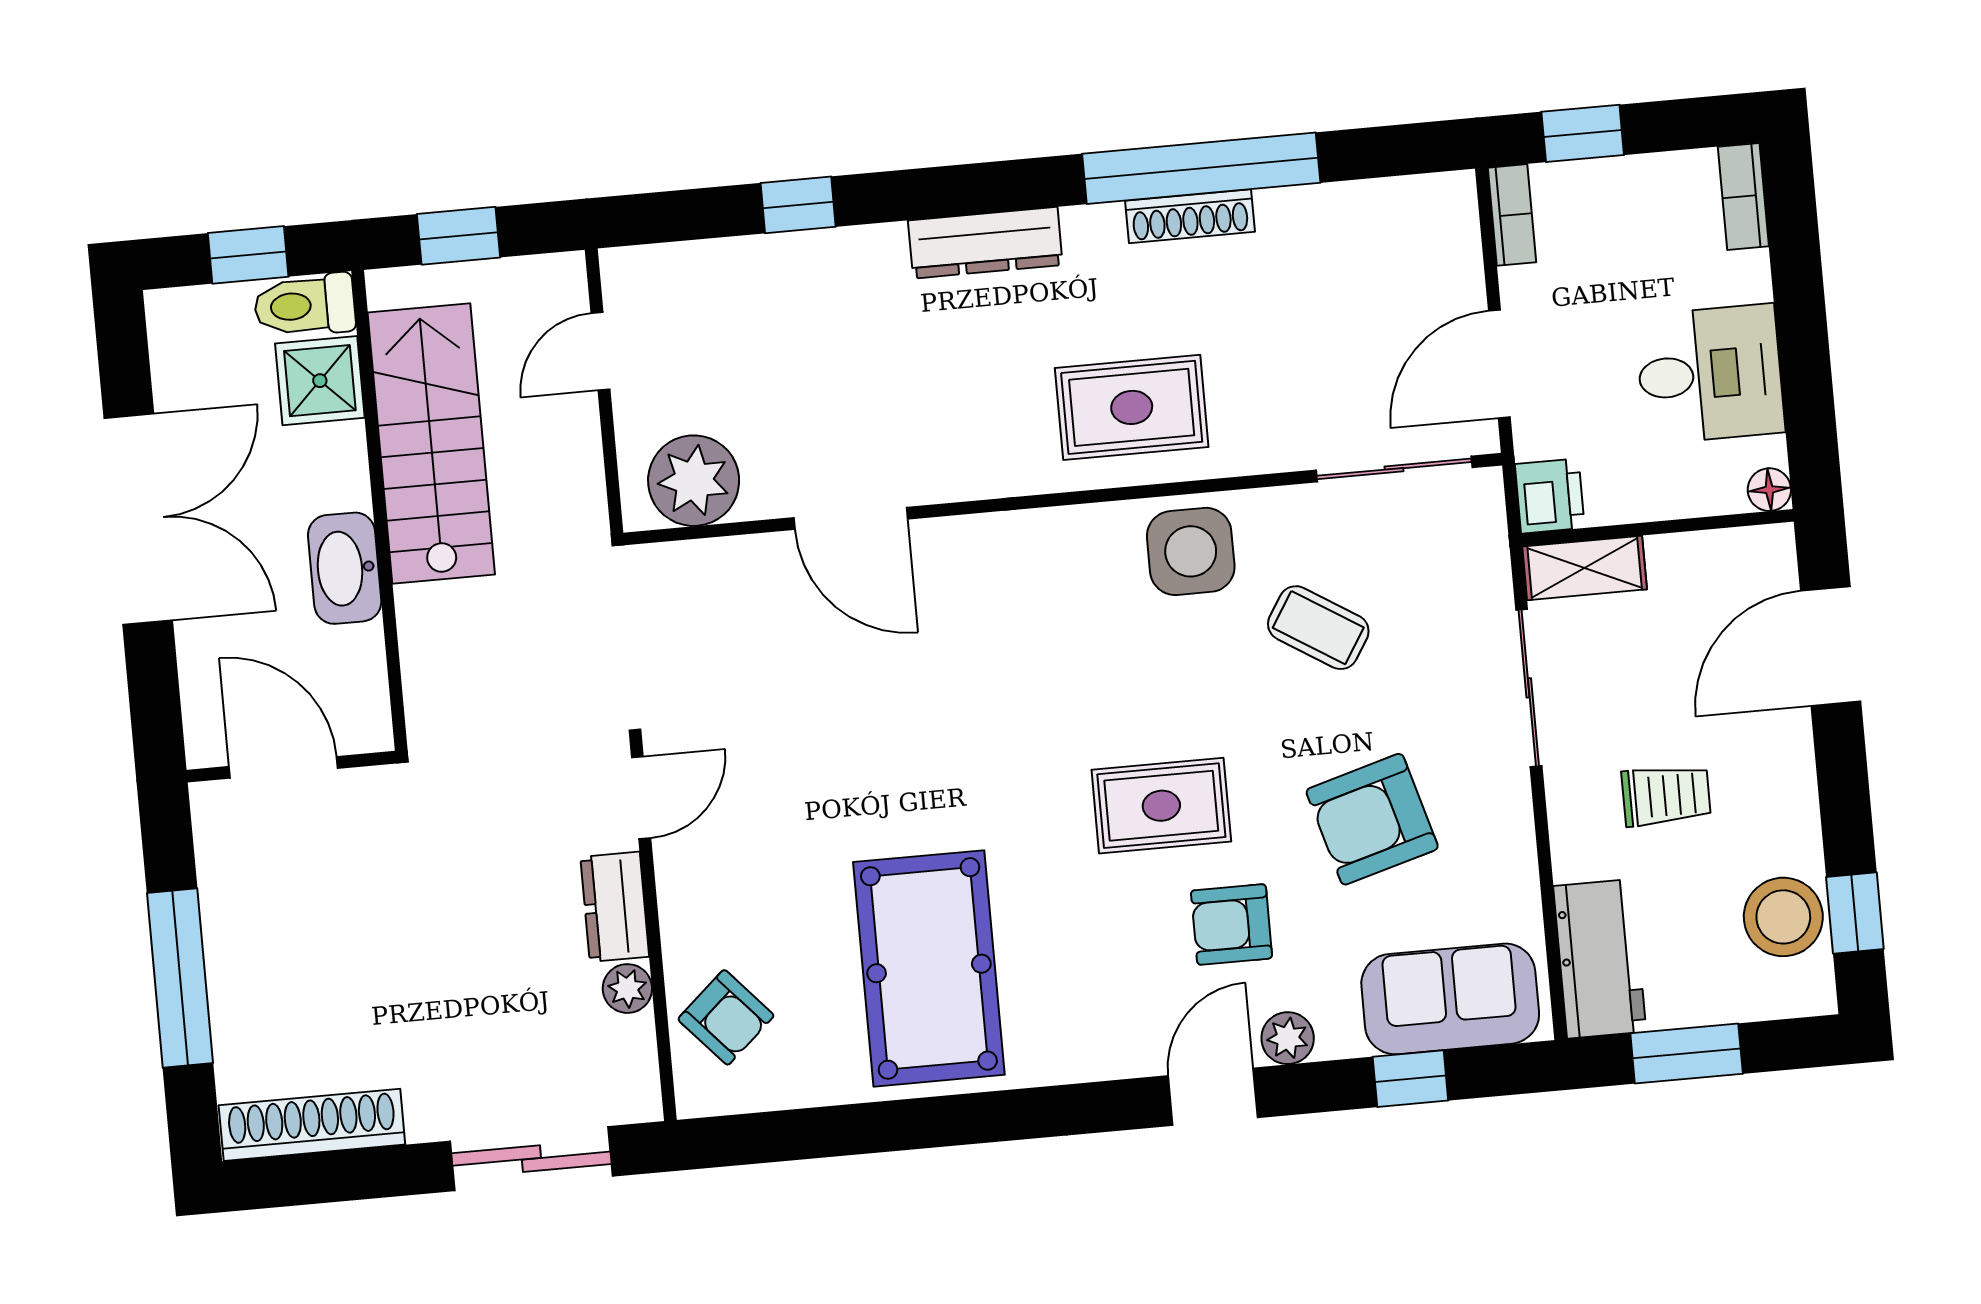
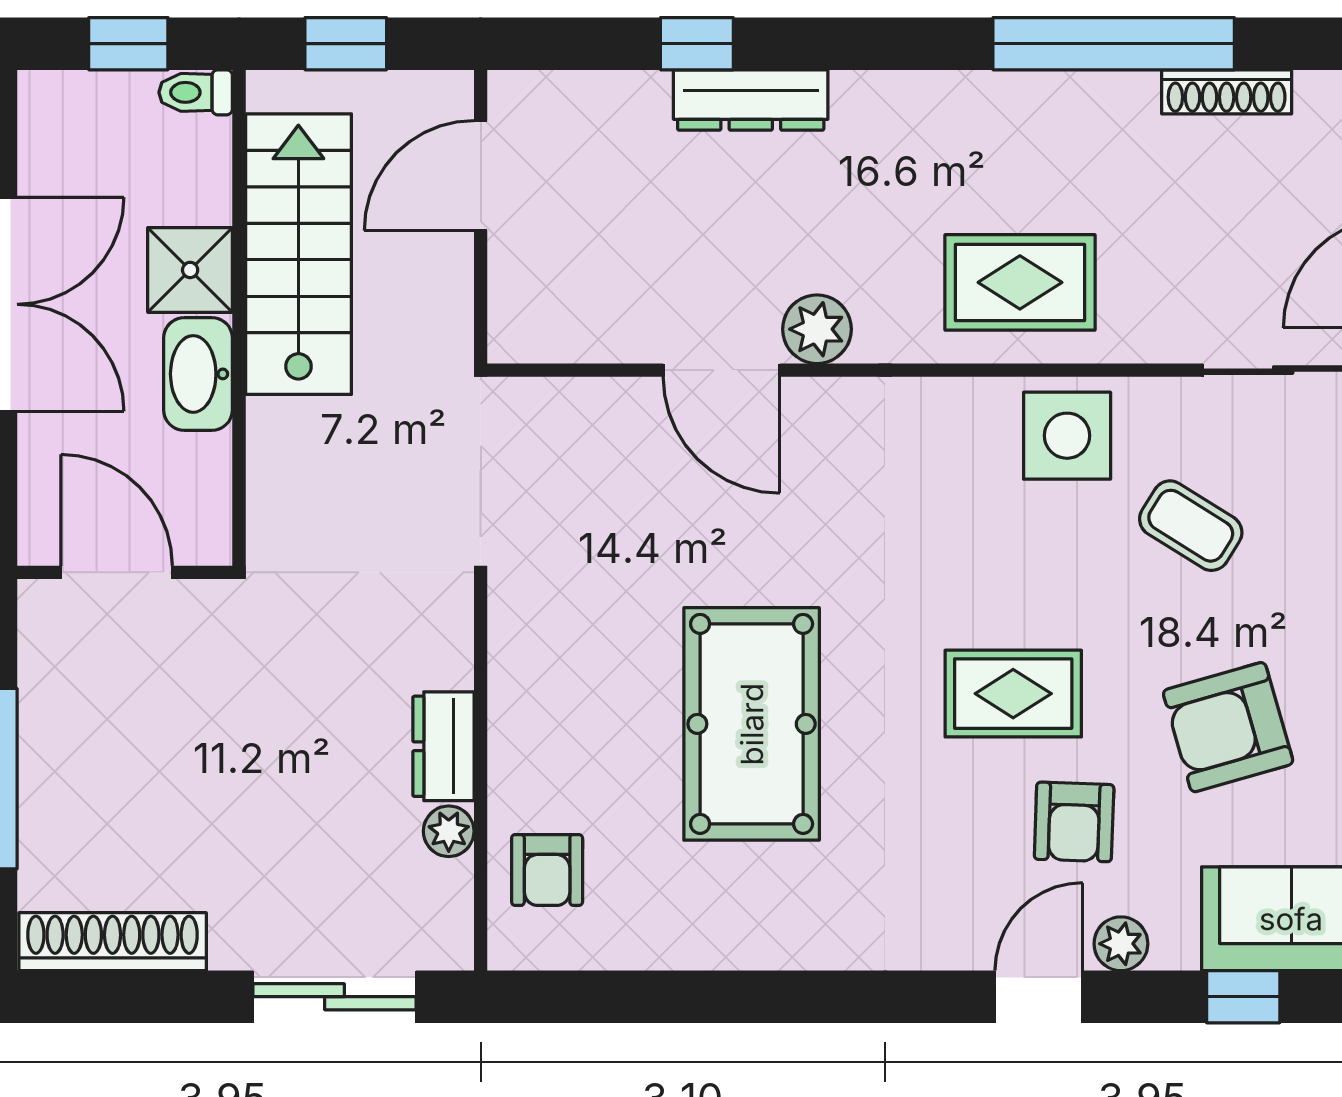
shoe rack: (1190, 216) -> (1227, 92), moved
dresser: (985, 243) -> (751, 100), moved
toilet: (305, 305) -> (196, 92), width x0.73, depth x0.72
door: (600, 351) -> (481, 175), width x1.37
shower: (320, 381) -> (190, 270), moved
plant: (694, 481) -> (817, 329), moved, width x0.73, depth x0.73
door: (641, 798) -> (481, 637), removed
armchair: (1232, 924) -> (1074, 822), turned -88
pool table: (929, 968) -> (752, 724), moved
armchair: (726, 1017) -> (547, 870), turned 42

